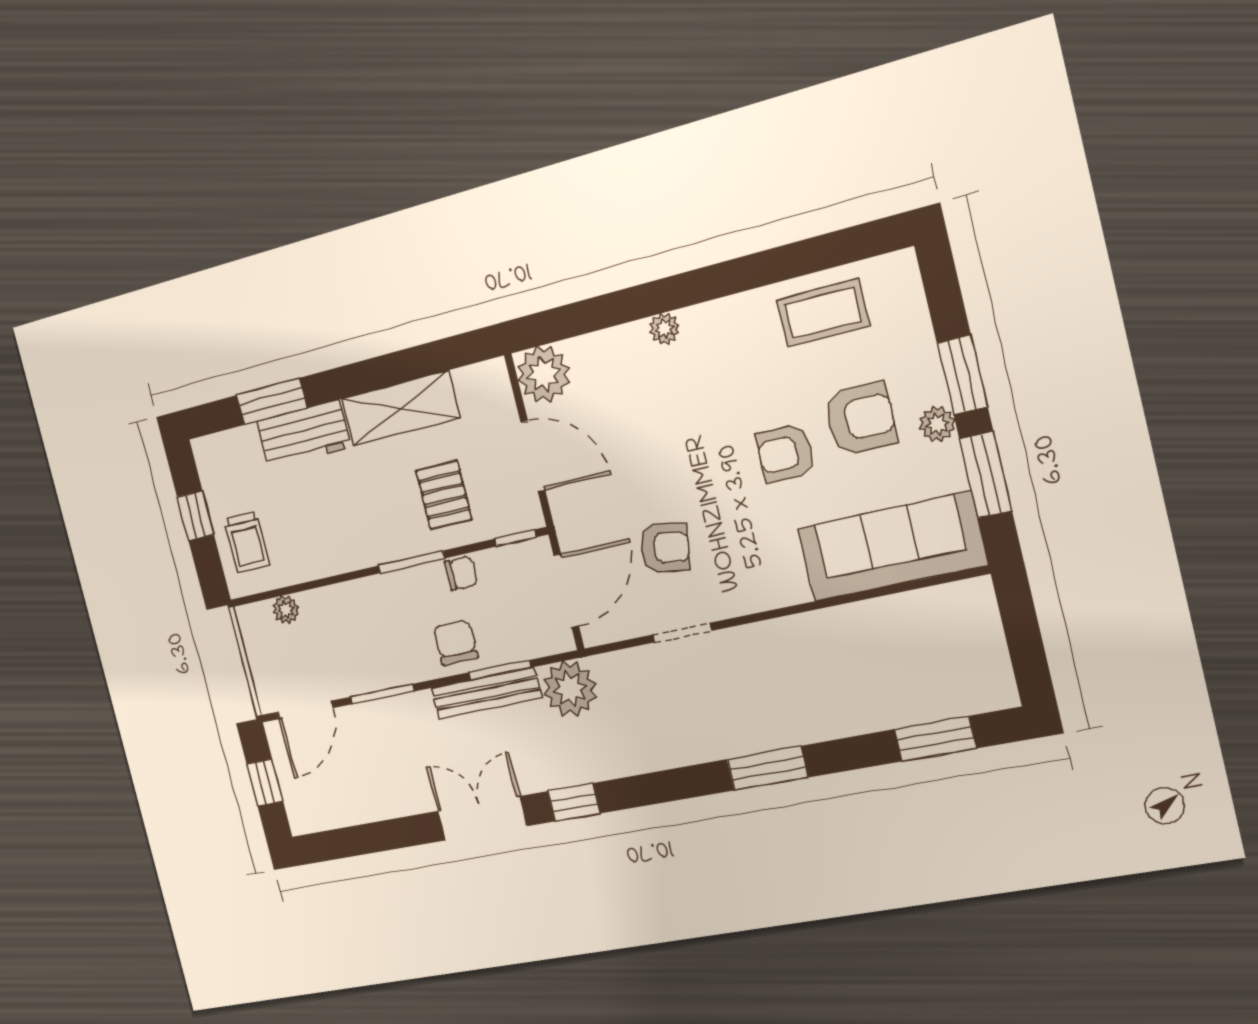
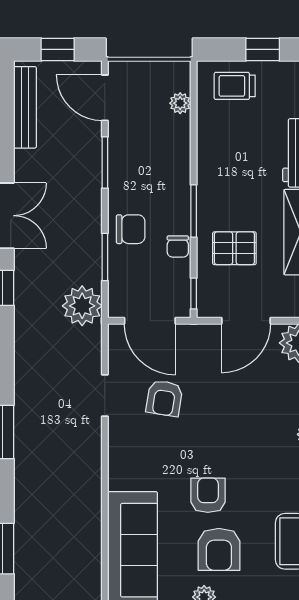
bench: (486, 693) -> (25, 107), moved

